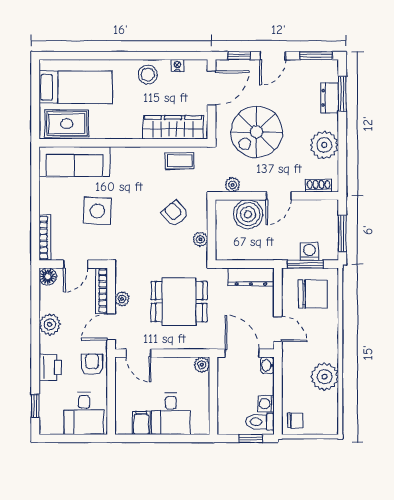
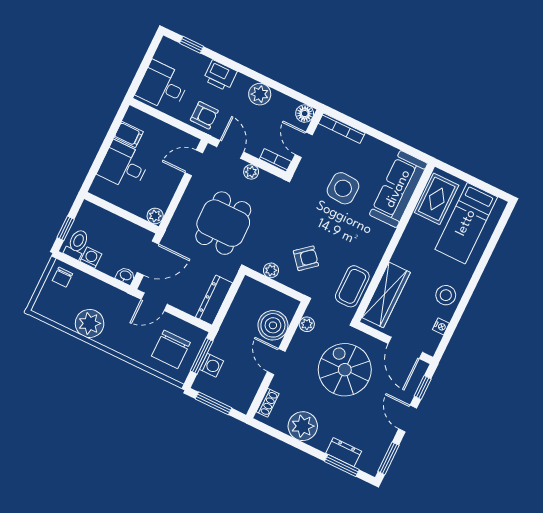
coffee table: (180, 161) -> (352, 286), width x1.36, depth x1.30
bookcase: (101, 291) -> (275, 160), width x0.64

